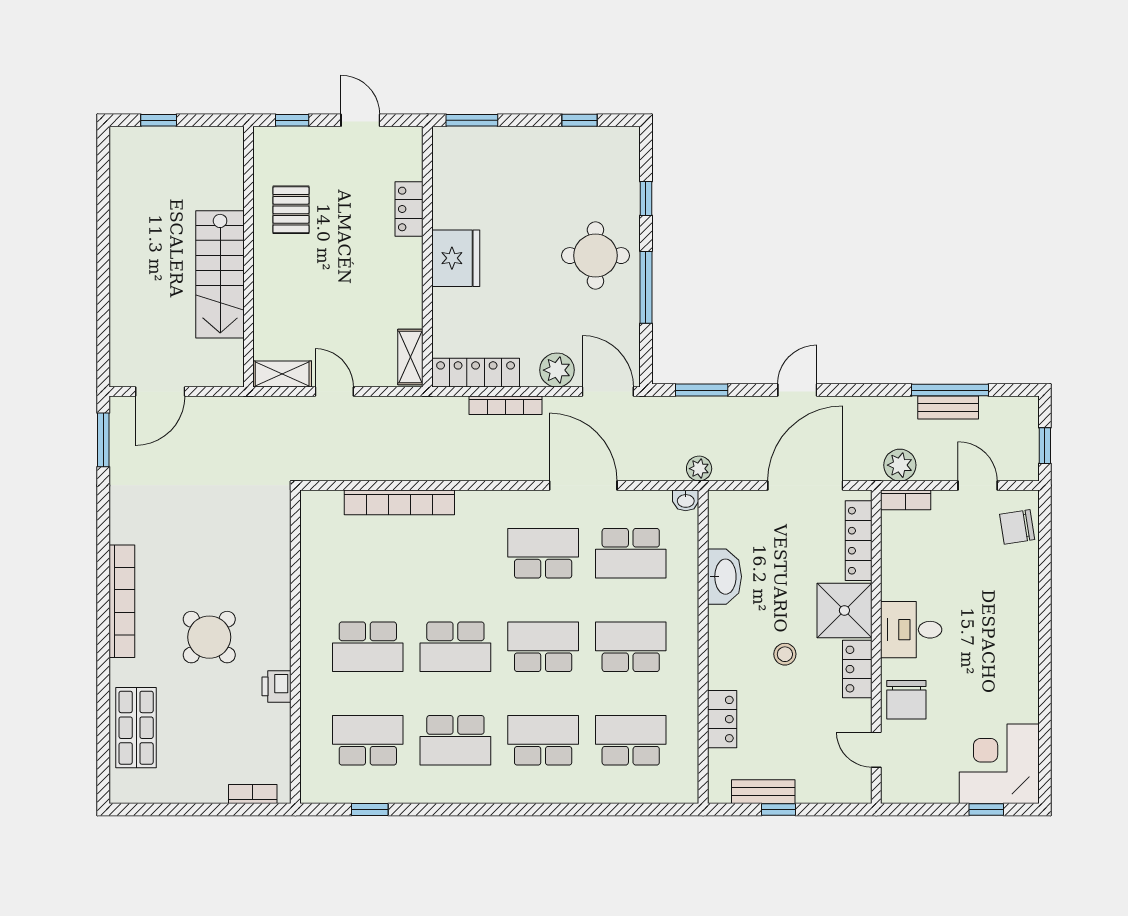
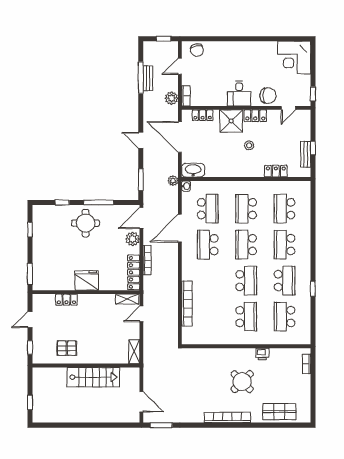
door: (334, 392) -> (141, 314), moved
locker: (859, 541) -> (203, 115), width x0.66
washbasin: (724, 577) -> (193, 170), moved
window: (370, 810) -> (313, 289), moved
window: (986, 810) -> (313, 94), moved

